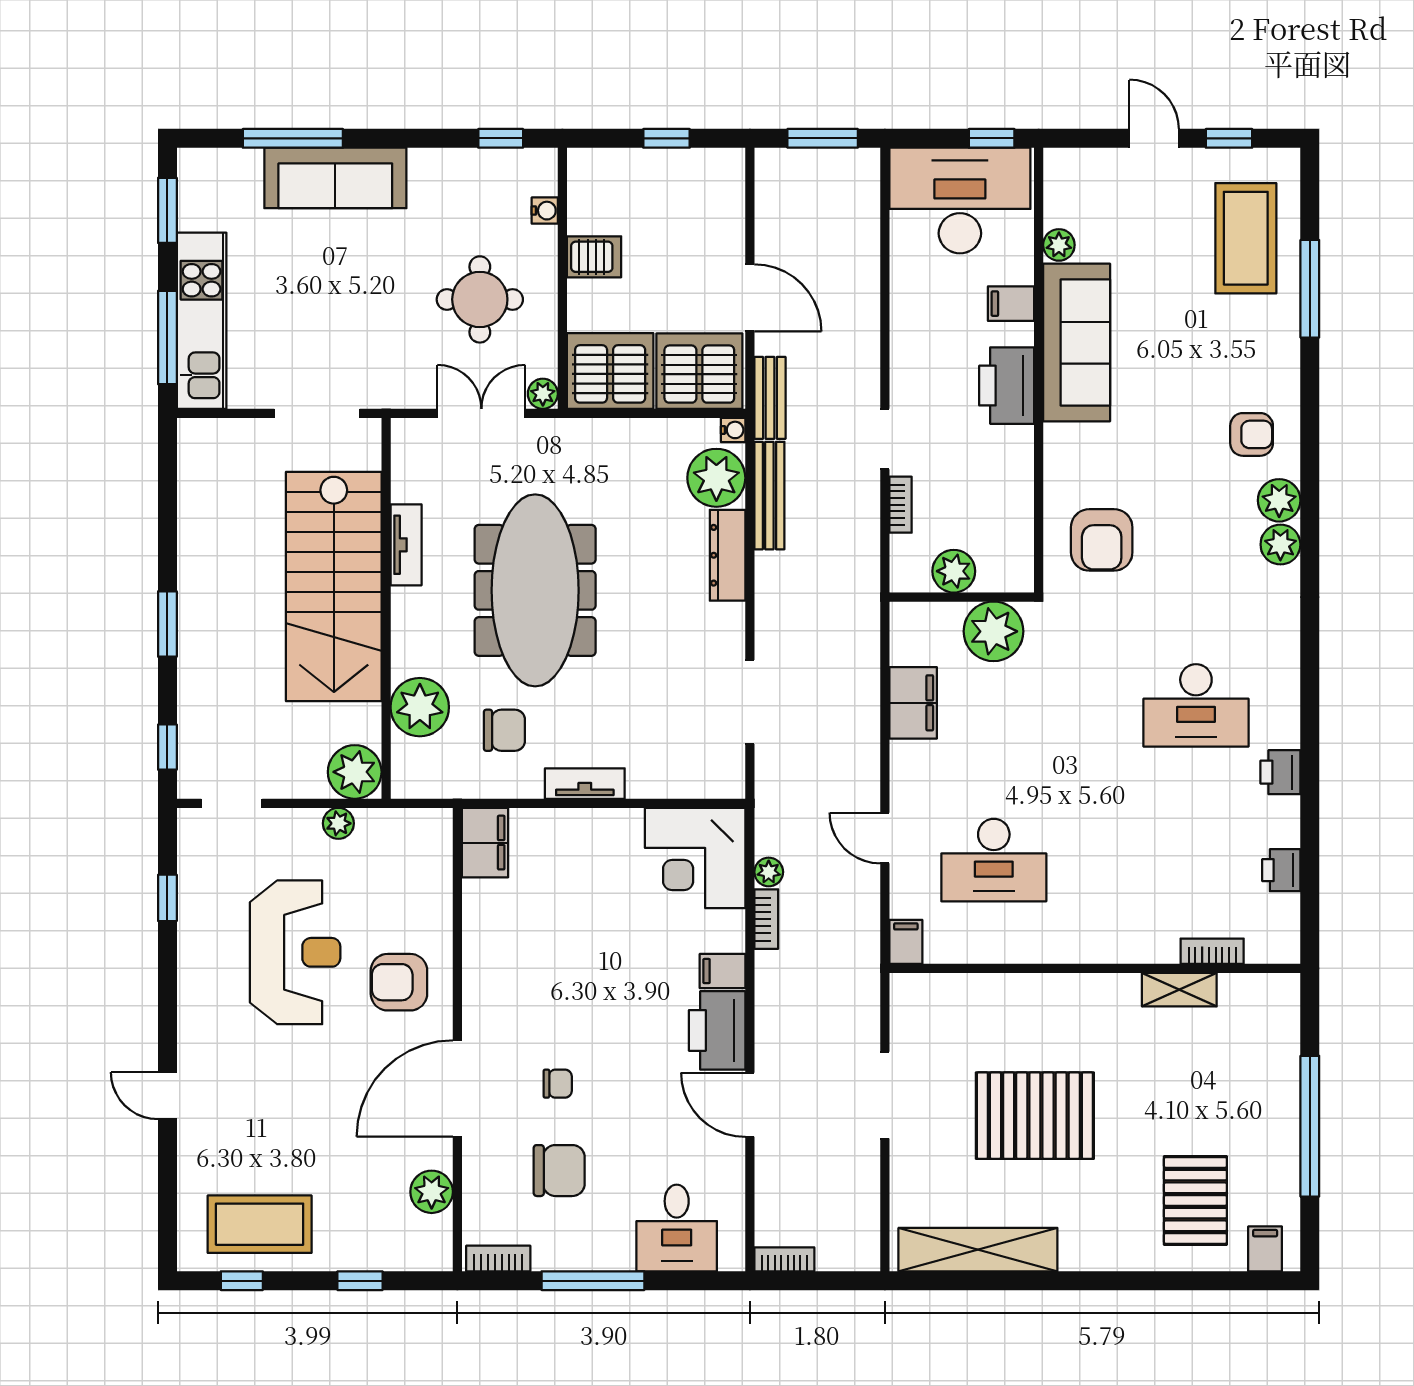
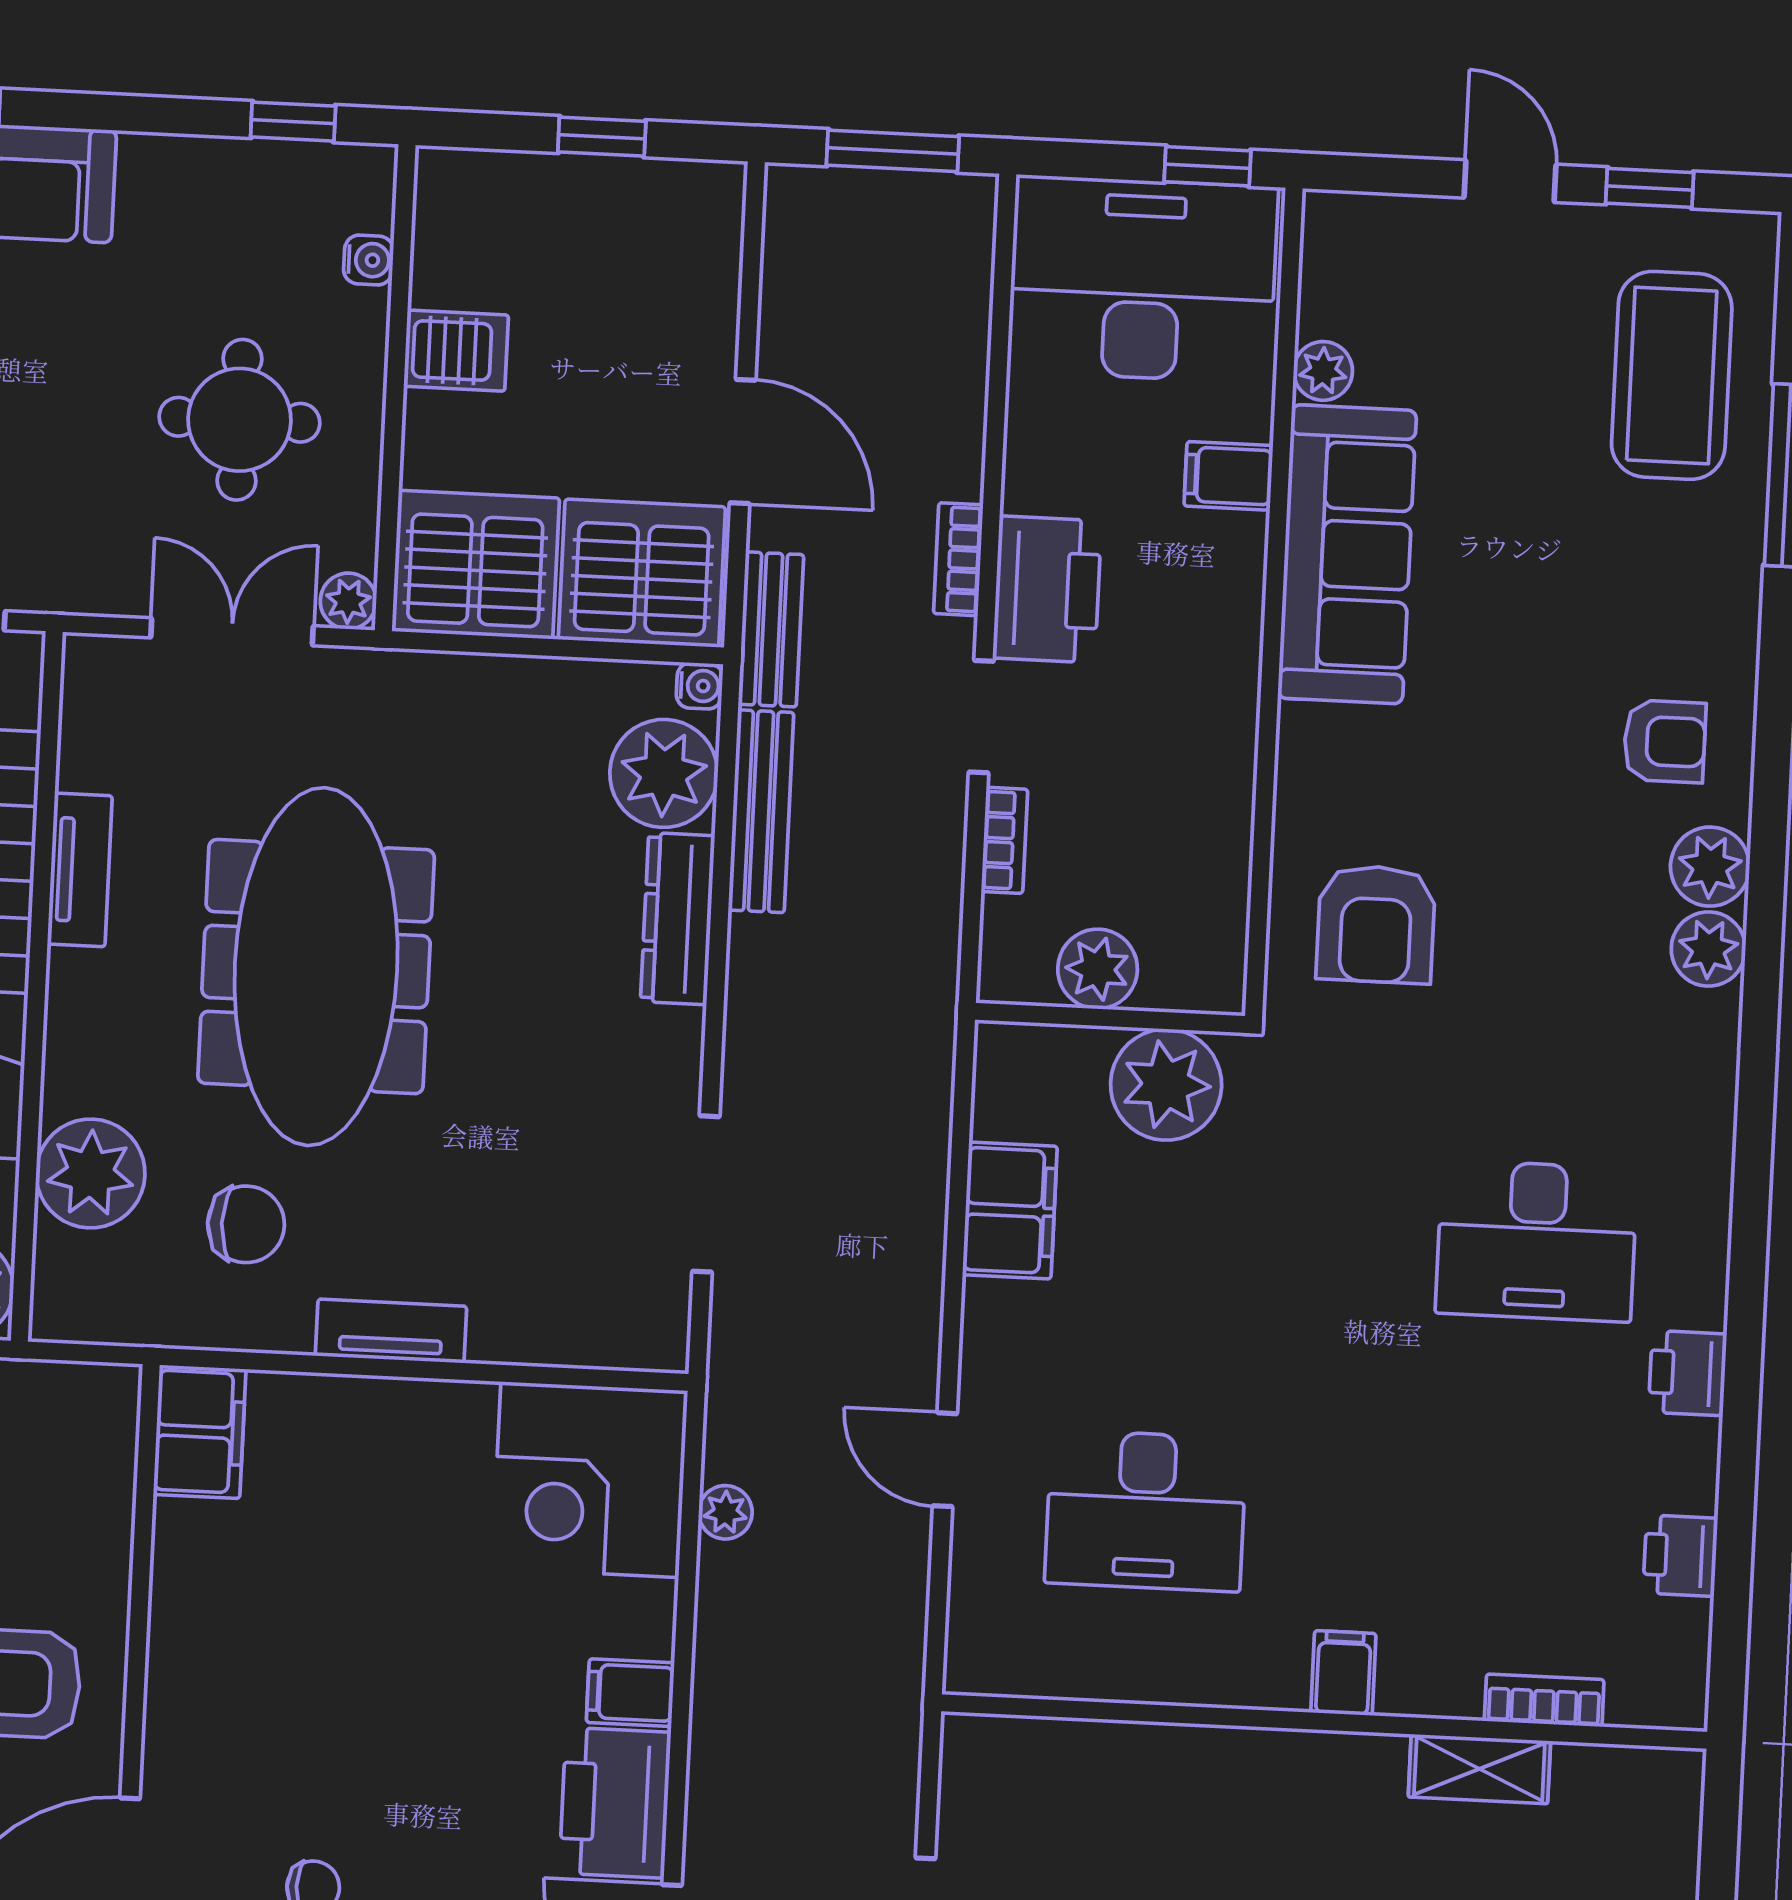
printer: (1007, 386) -> (1047, 589), moved, turned 180
bookcase: (766, 919) -> (958, 559), moved, turned 180
filing cabinet: (906, 942) -> (1343, 1673), moved

